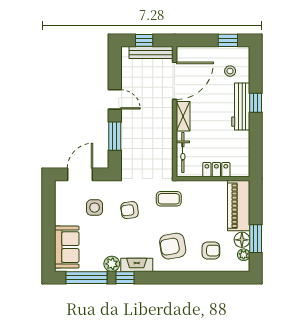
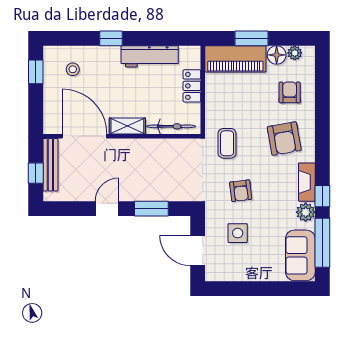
workbench: (241, 107) -> (150, 56), moved
window: (256, 239) -> (251, 38), moved
sofa: (67, 247) -> (300, 255), moved, turned -90

